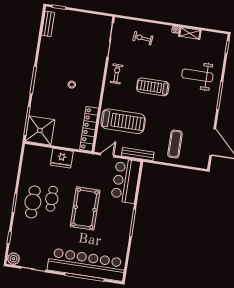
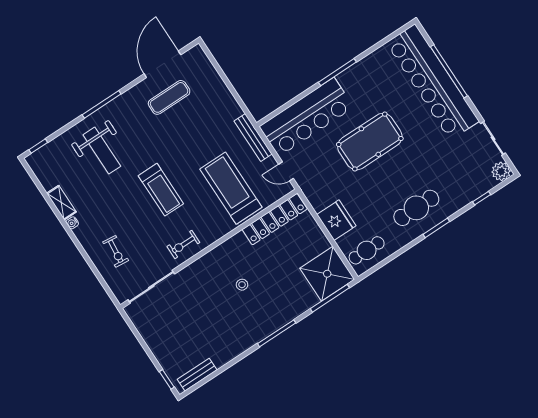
exercise mat: (175, 144) -> (169, 97), moved
bar counter: (126, 181) -> (306, 117), width x1.36
cafe table: (52, 199) -> (367, 250), moved

